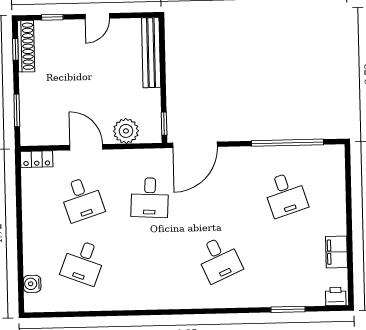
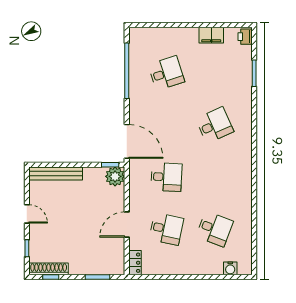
plant: (126, 131) -> (115, 176), moved
desk: (82, 199) -> (166, 229), turned 30

